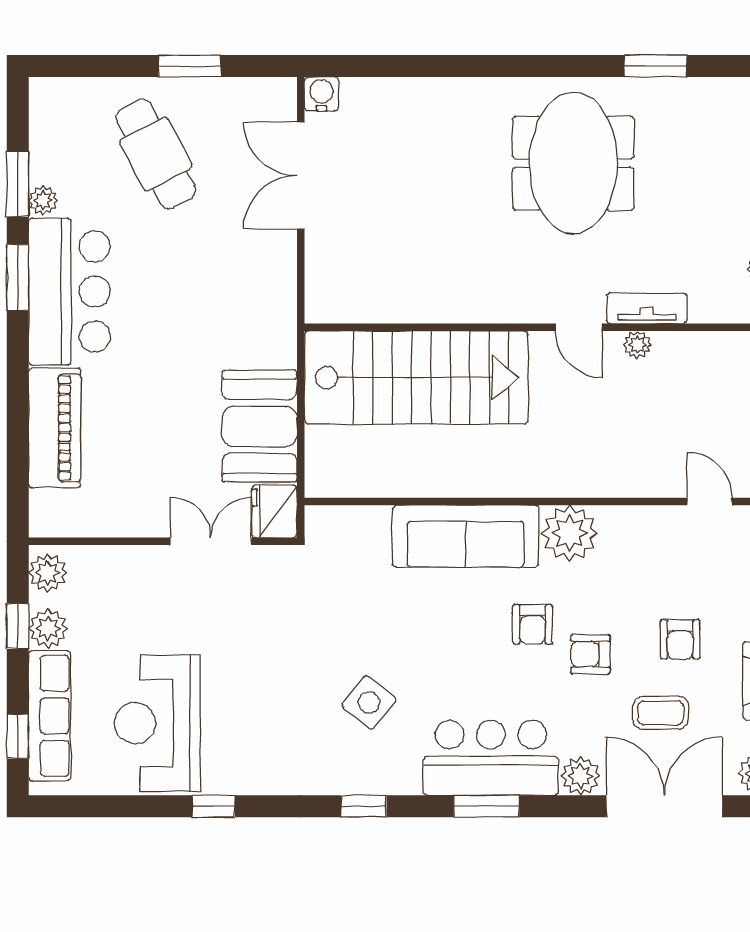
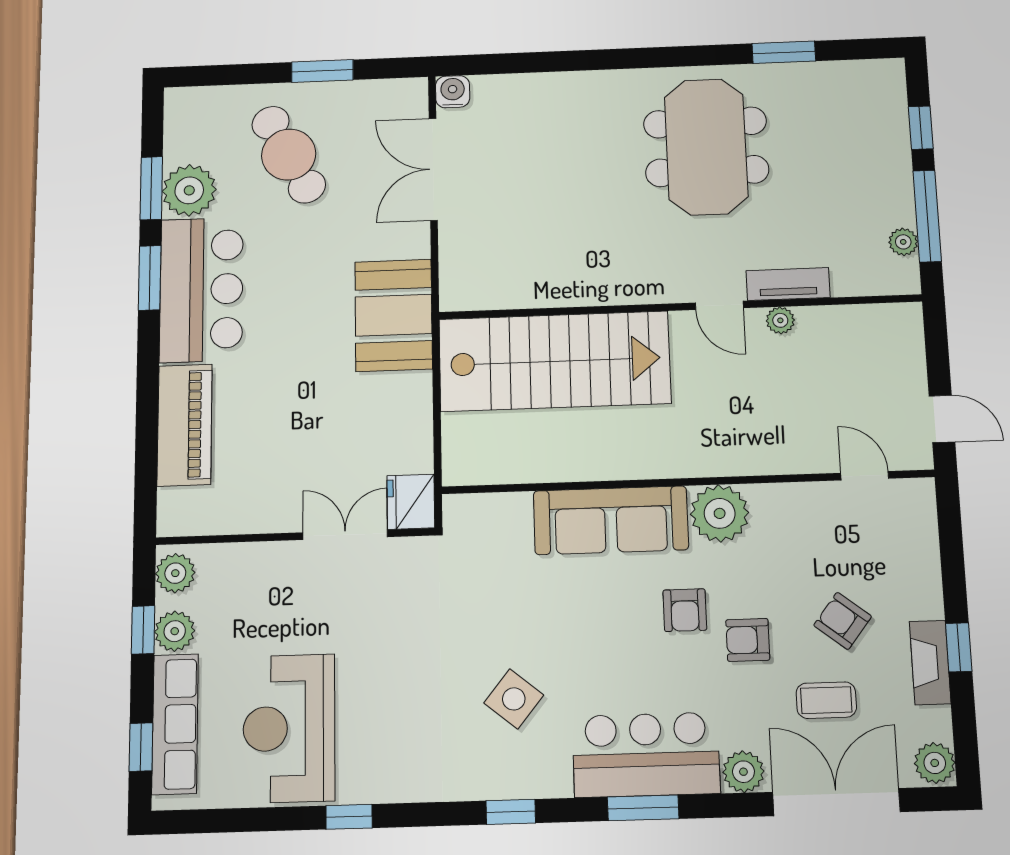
plant: (43, 201) -> (189, 190), width x1.87, depth x1.87
booth: (260, 426) -> (394, 315), moved
armchair: (680, 639) -> (843, 621), turned 128

